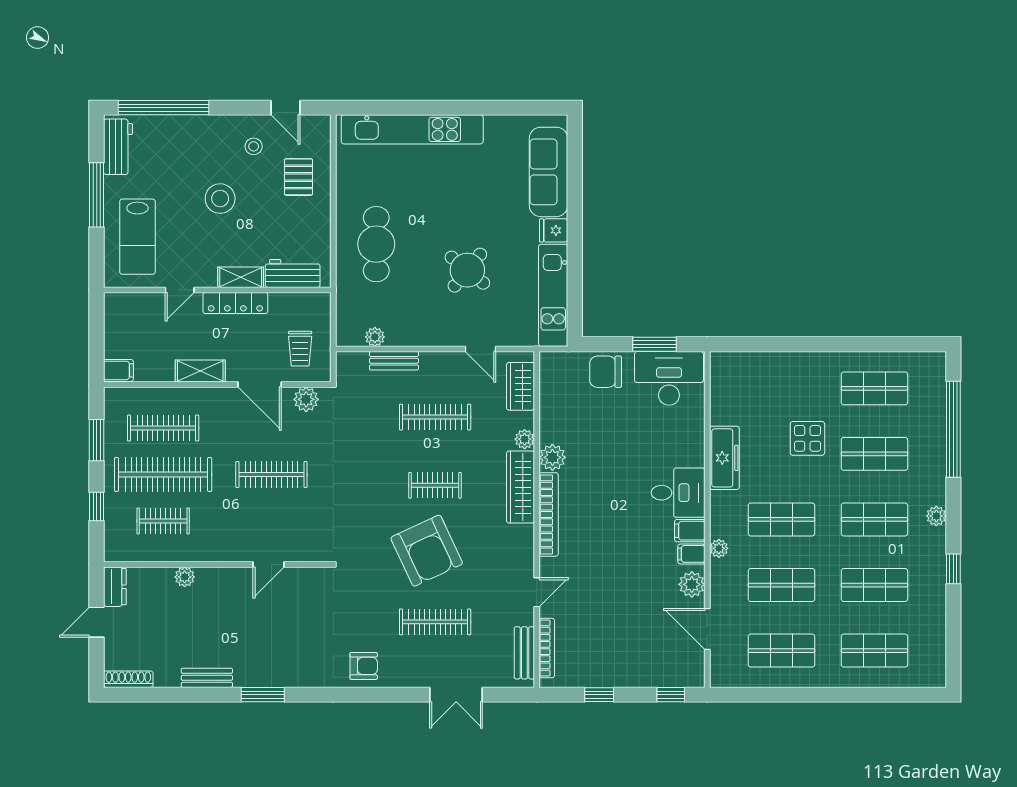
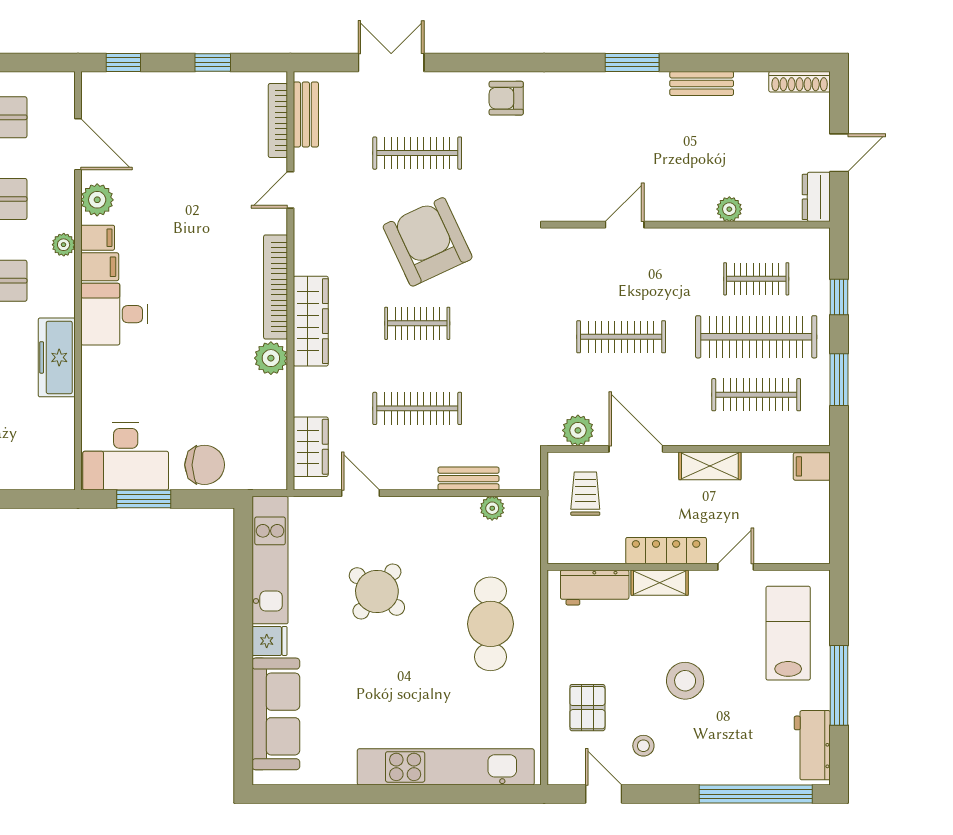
plant: (525, 439) -> (306, 381), removed

